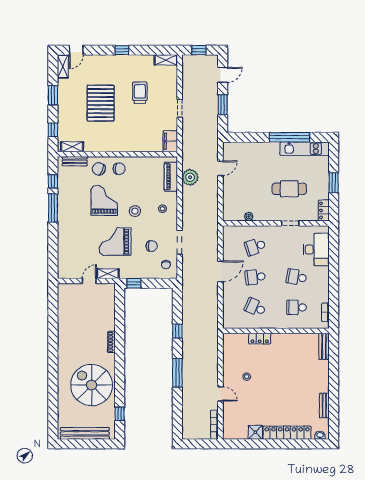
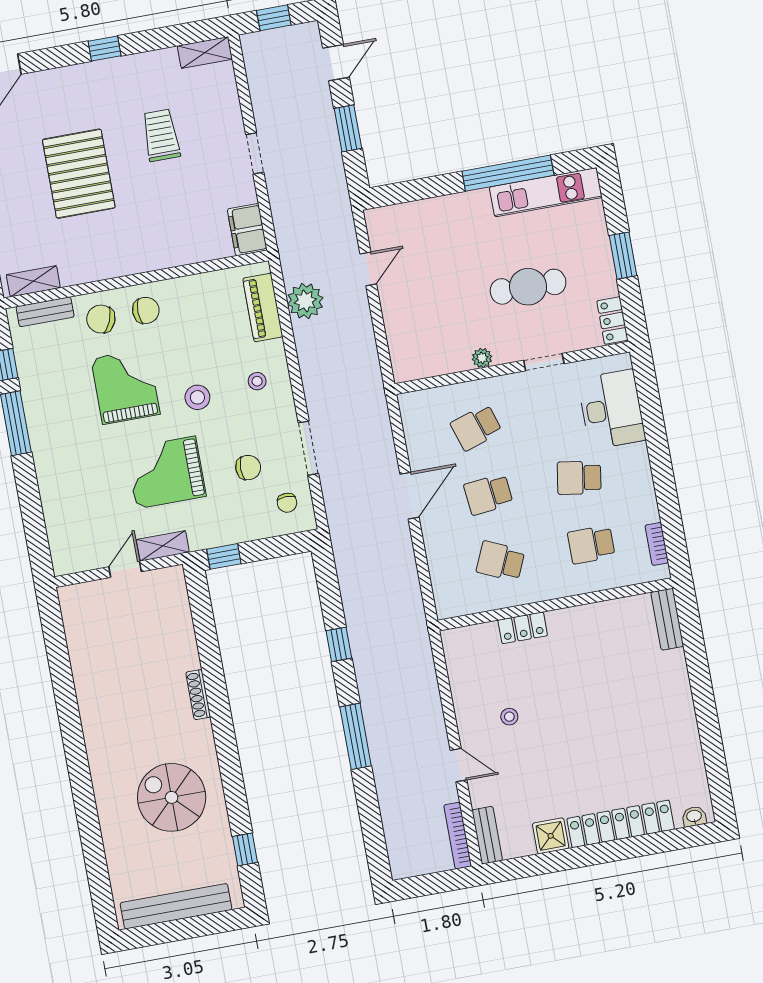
plant: (249, 216) -> (482, 358), moved
spiral stairs: (92, 385) -> (172, 797), width x0.73, depth x0.73
bench: (324, 405) -> (487, 835), moved

